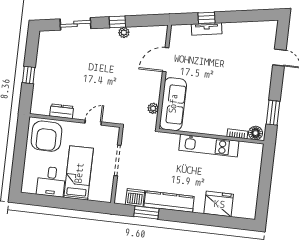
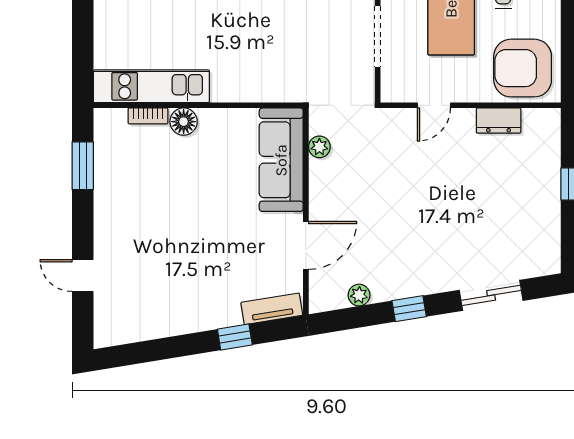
tv unit: (207, 29) -> (272, 309), moved
plant: (124, 32) -> (359, 295), moved
floor lamp: (256, 133) -> (184, 122), moved
armchair: (47, 136) -> (523, 68), turned -90
kitchen unit: (209, 146) -> (151, 86), moved

